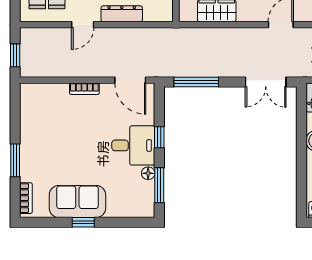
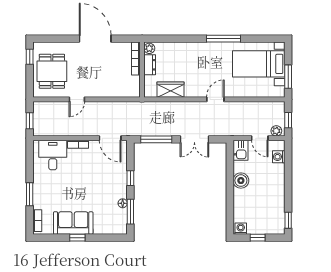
dresser: (122, 14) -> (104, 92), removed
double door: (266, 82) -> (194, 139), moved
desk: (133, 145) -> (53, 155), moved, turned -90

